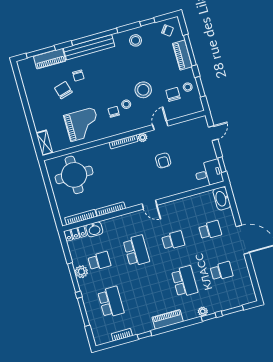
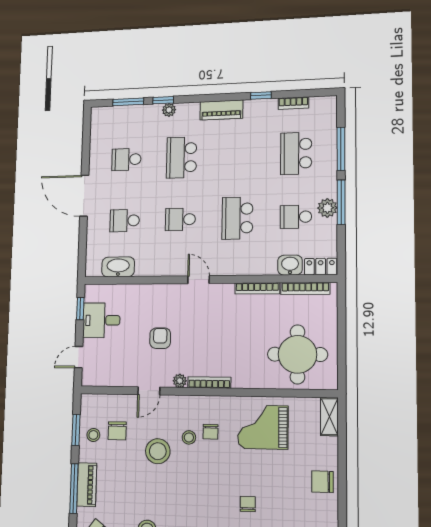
chair: (63, 90) -> (322, 482), moved, turned 106
desk: (209, 173) -> (101, 320), moved
washbasin: (222, 198) -> (118, 267), moved, turned -90

